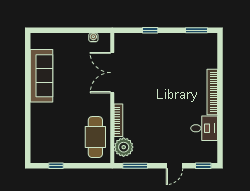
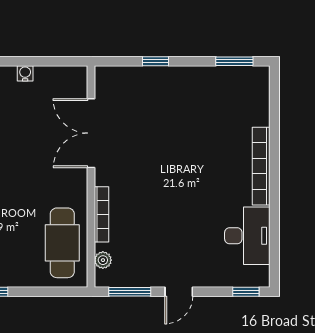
water cooler: (93, 37) -> (25, 73), moved
desk: (204, 128) -> (247, 236), width x1.37
plant: (124, 147) -> (103, 260), width x0.53, depth x0.53
door: (174, 166) -> (179, 292), moved

